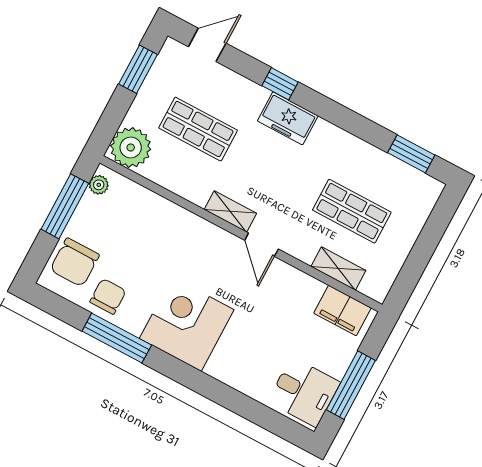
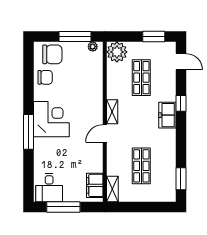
chair: (75, 262) -> (52, 54), turned 180
shelving: (338, 269) -> (112, 189), moved
window: (117, 338) -> (29, 132), moved

